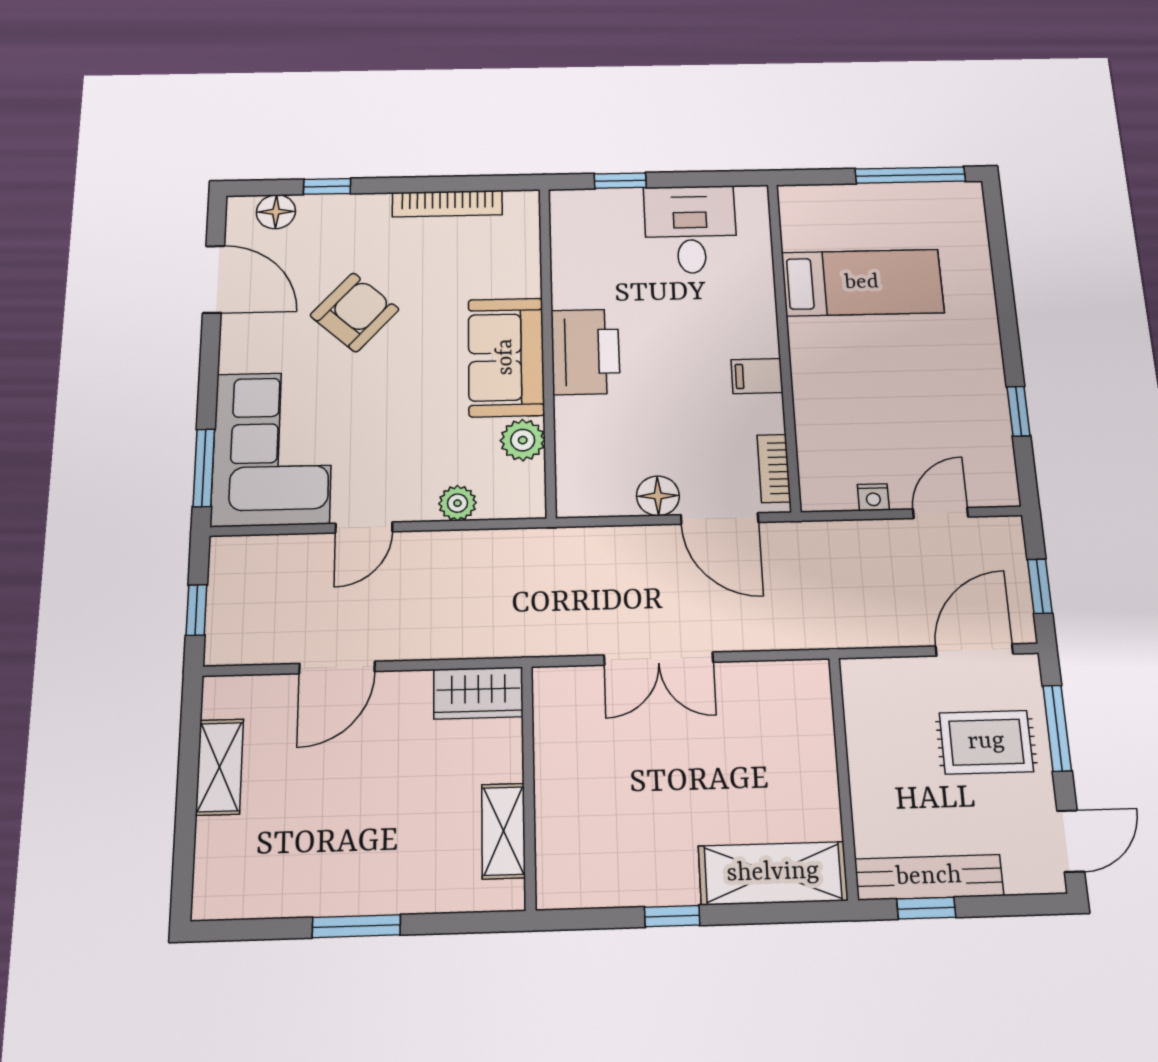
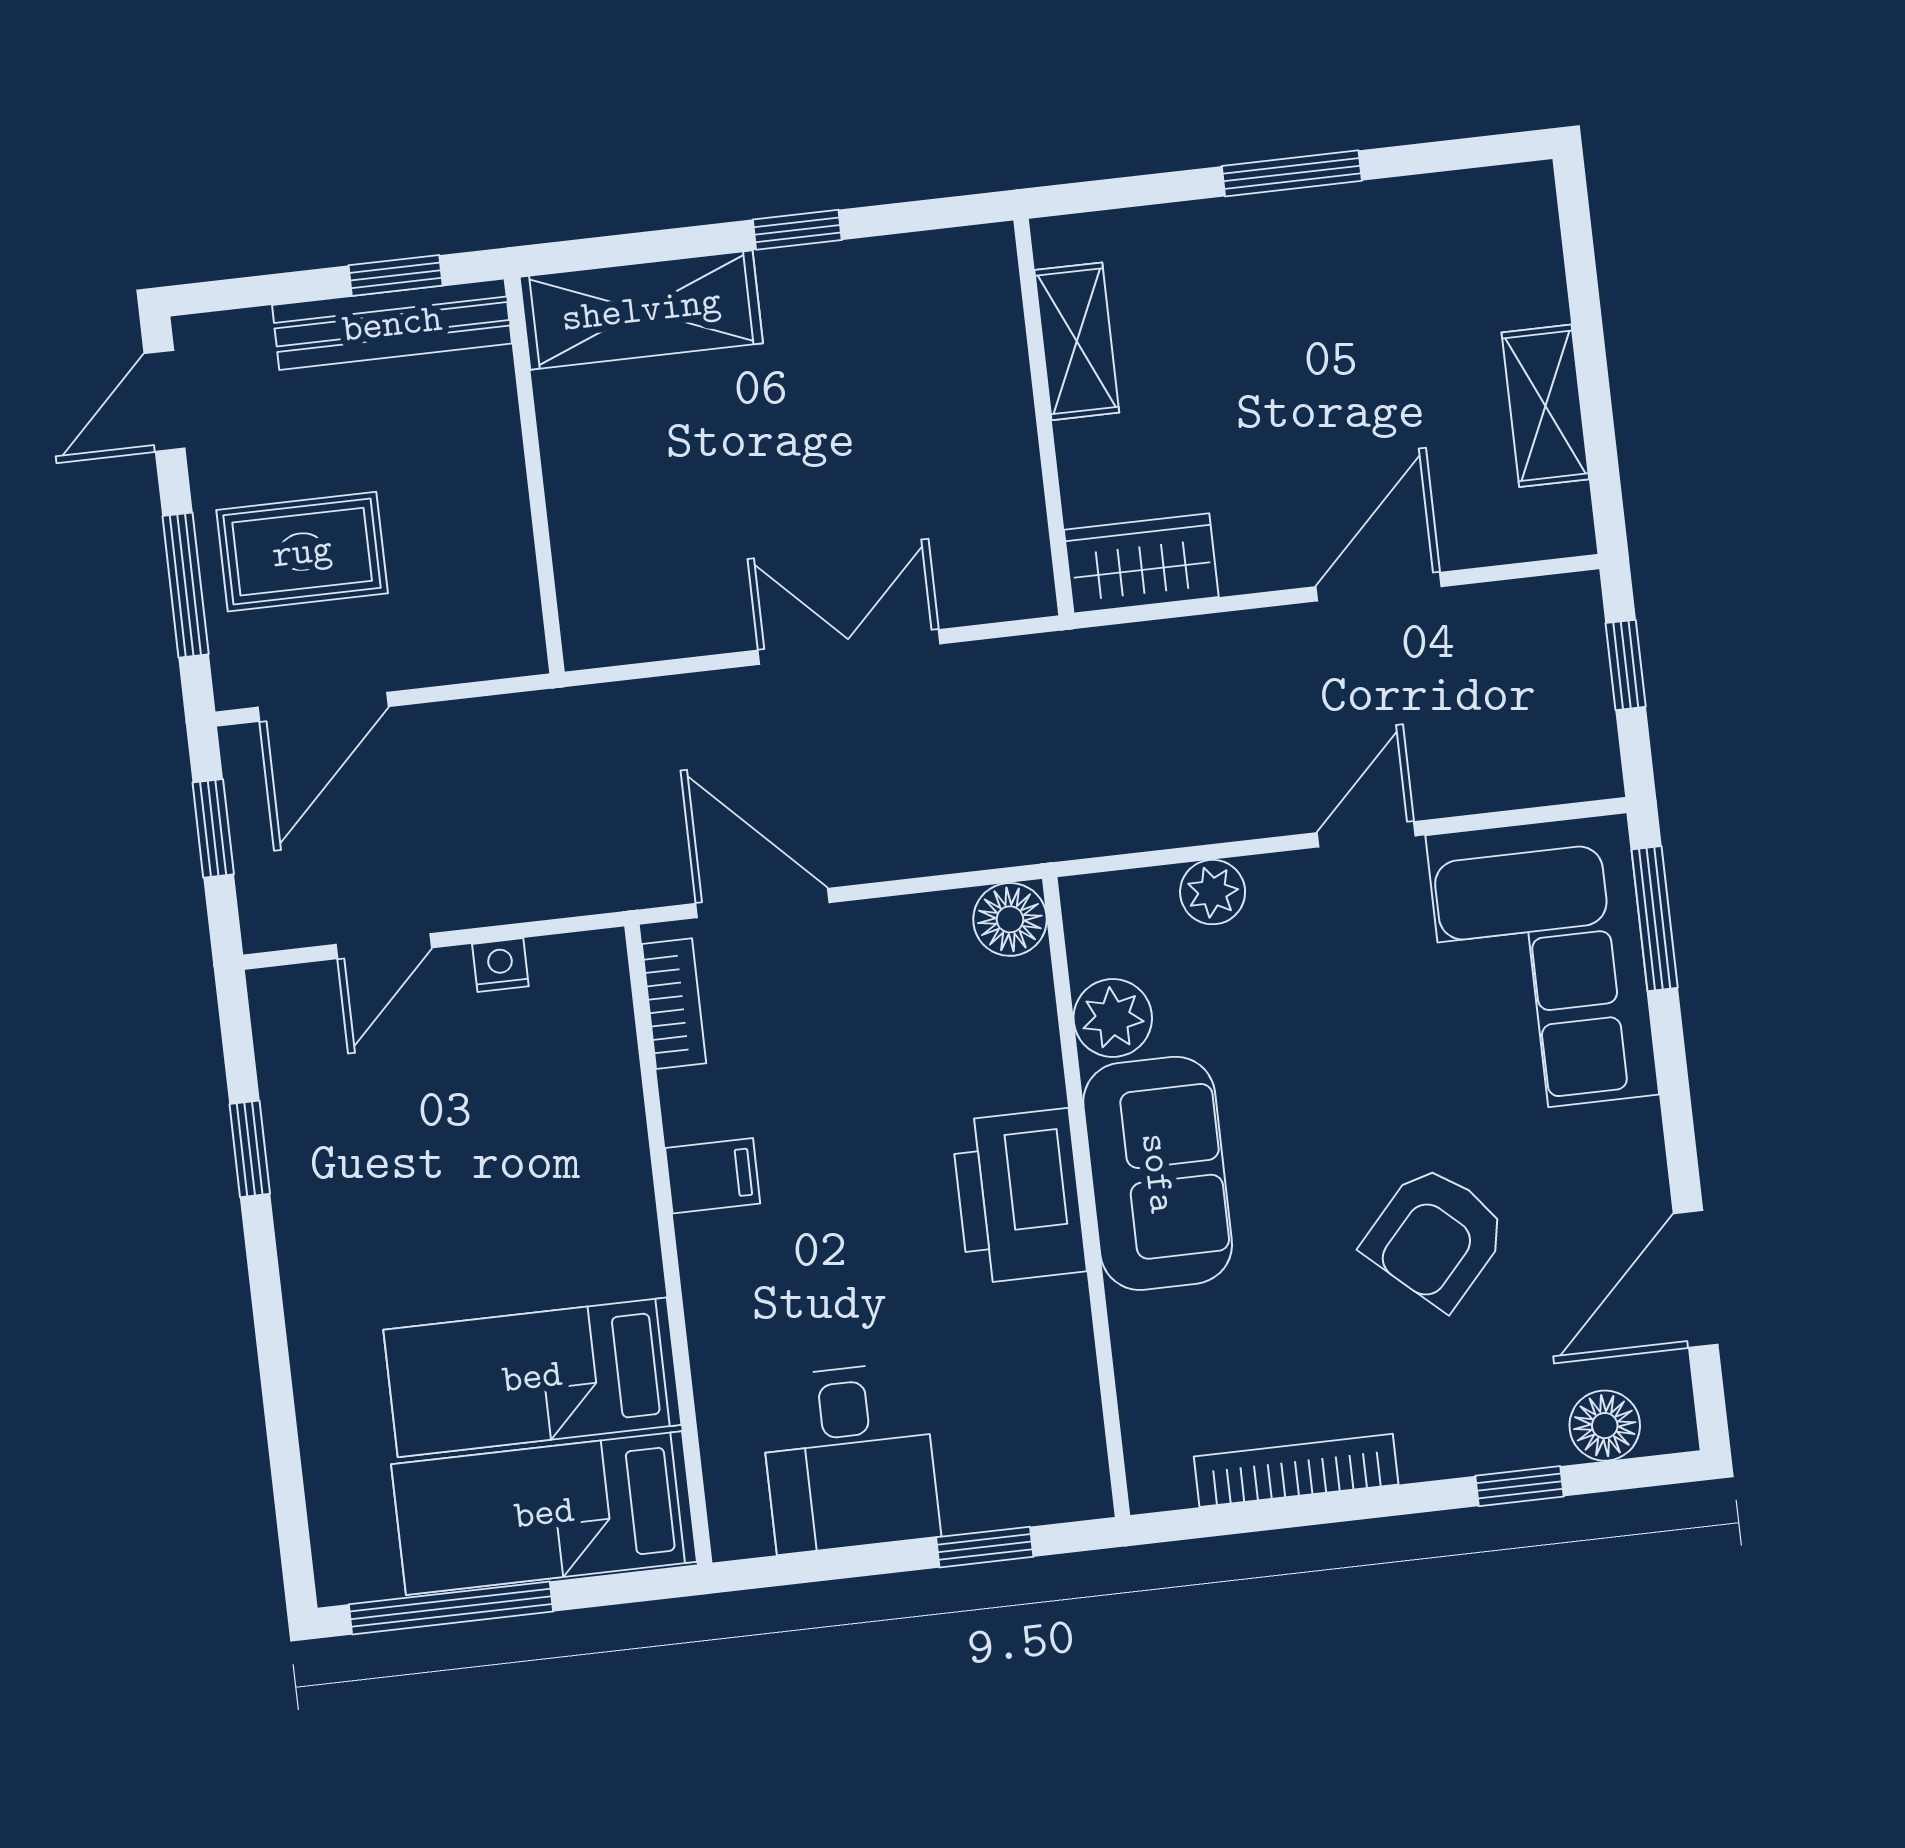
bed: (858, 216) -> (544, 1513), added
door: (214, 279) -> (1696, 1279), hinge flipped
floor lamp: (658, 496) -> (1010, 919), moved

